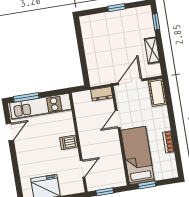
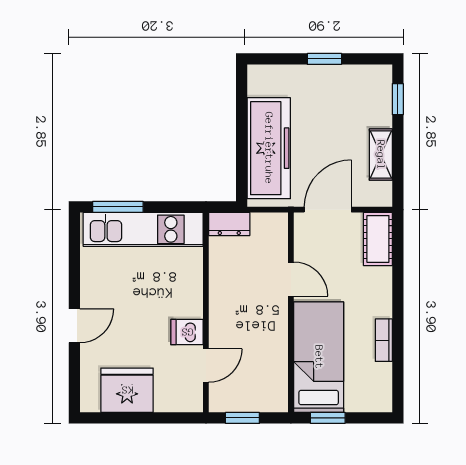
freezer: (96, 56) -> (269, 148), added
dresser: (102, 94) -> (229, 224), moved
door: (118, 119) -> (291, 279), swing flipped
door: (10, 132) -> (74, 326), moved
dishwasher: (69, 142) -> (187, 332), moved

